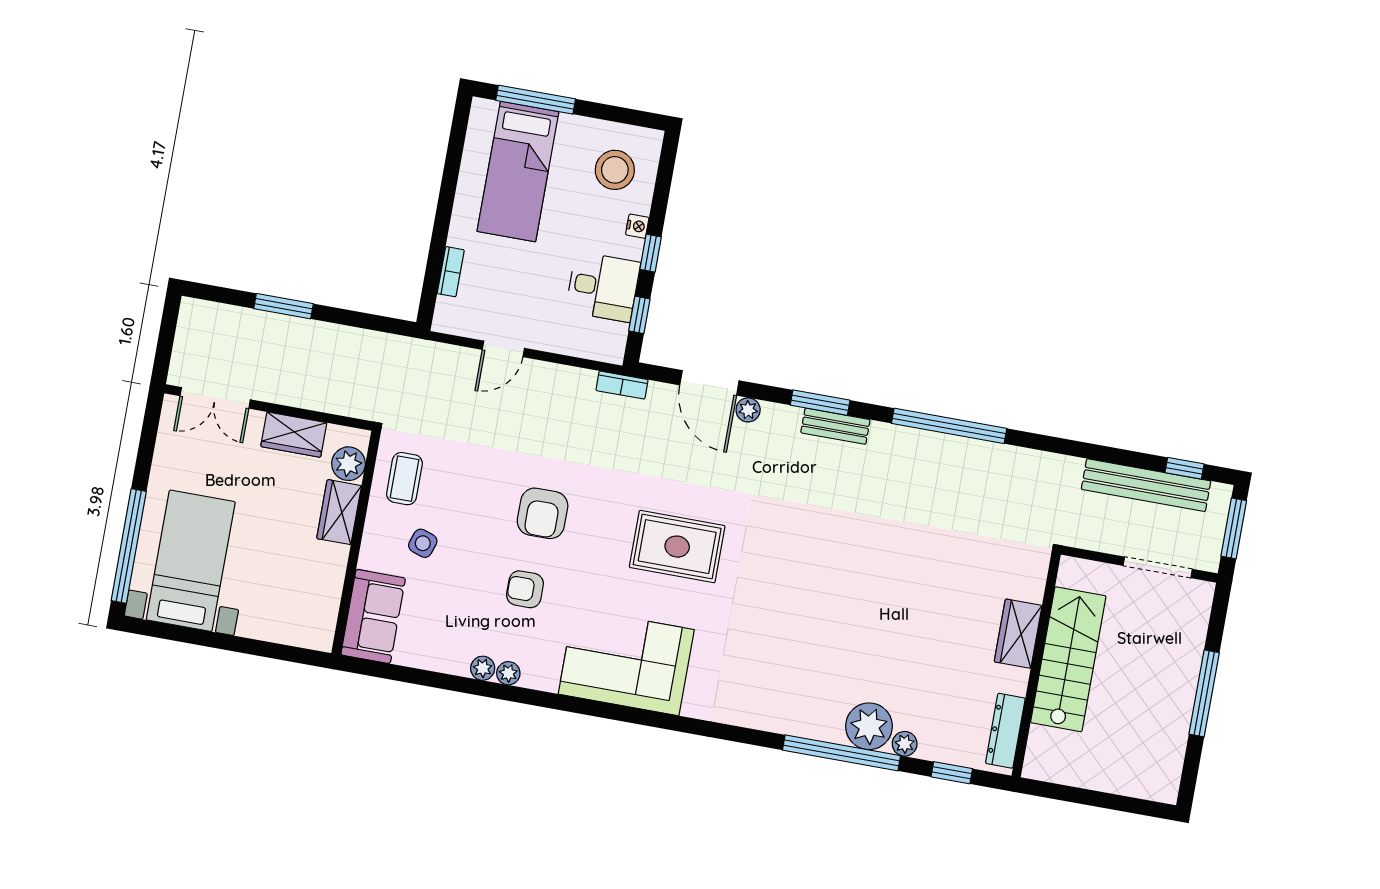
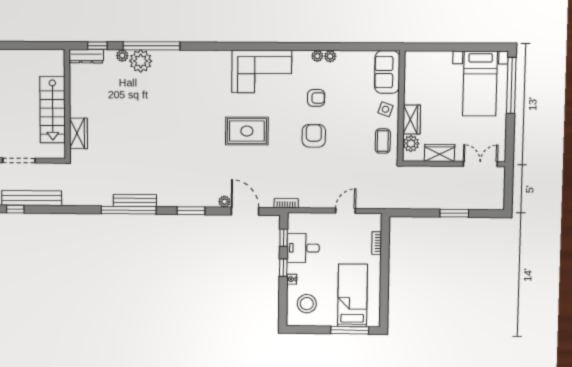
bench: (835, 426) -> (135, 200), moved, width x1.36
side table: (423, 543) -> (386, 109), moved
wardrobe: (1018, 634) -> (78, 133), moved
dresser: (1005, 731) -> (86, 56), moved, turned 90

